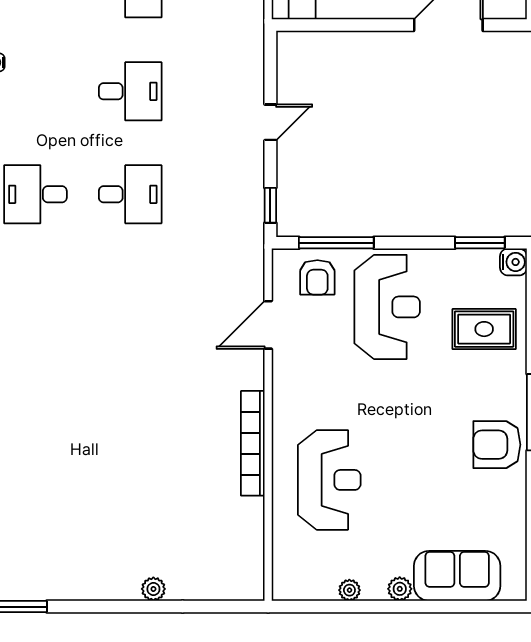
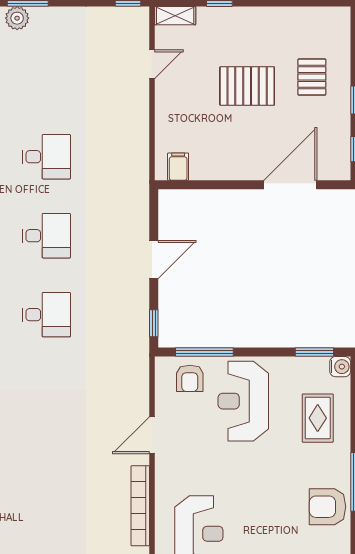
door: (270, 122) -> (154, 260), width x1.38
reception desk: (387, 307) -> (243, 401), turned 180
door: (268, 325) -> (152, 435), moved
rug: (484, 329) -> (318, 418), turned 90

